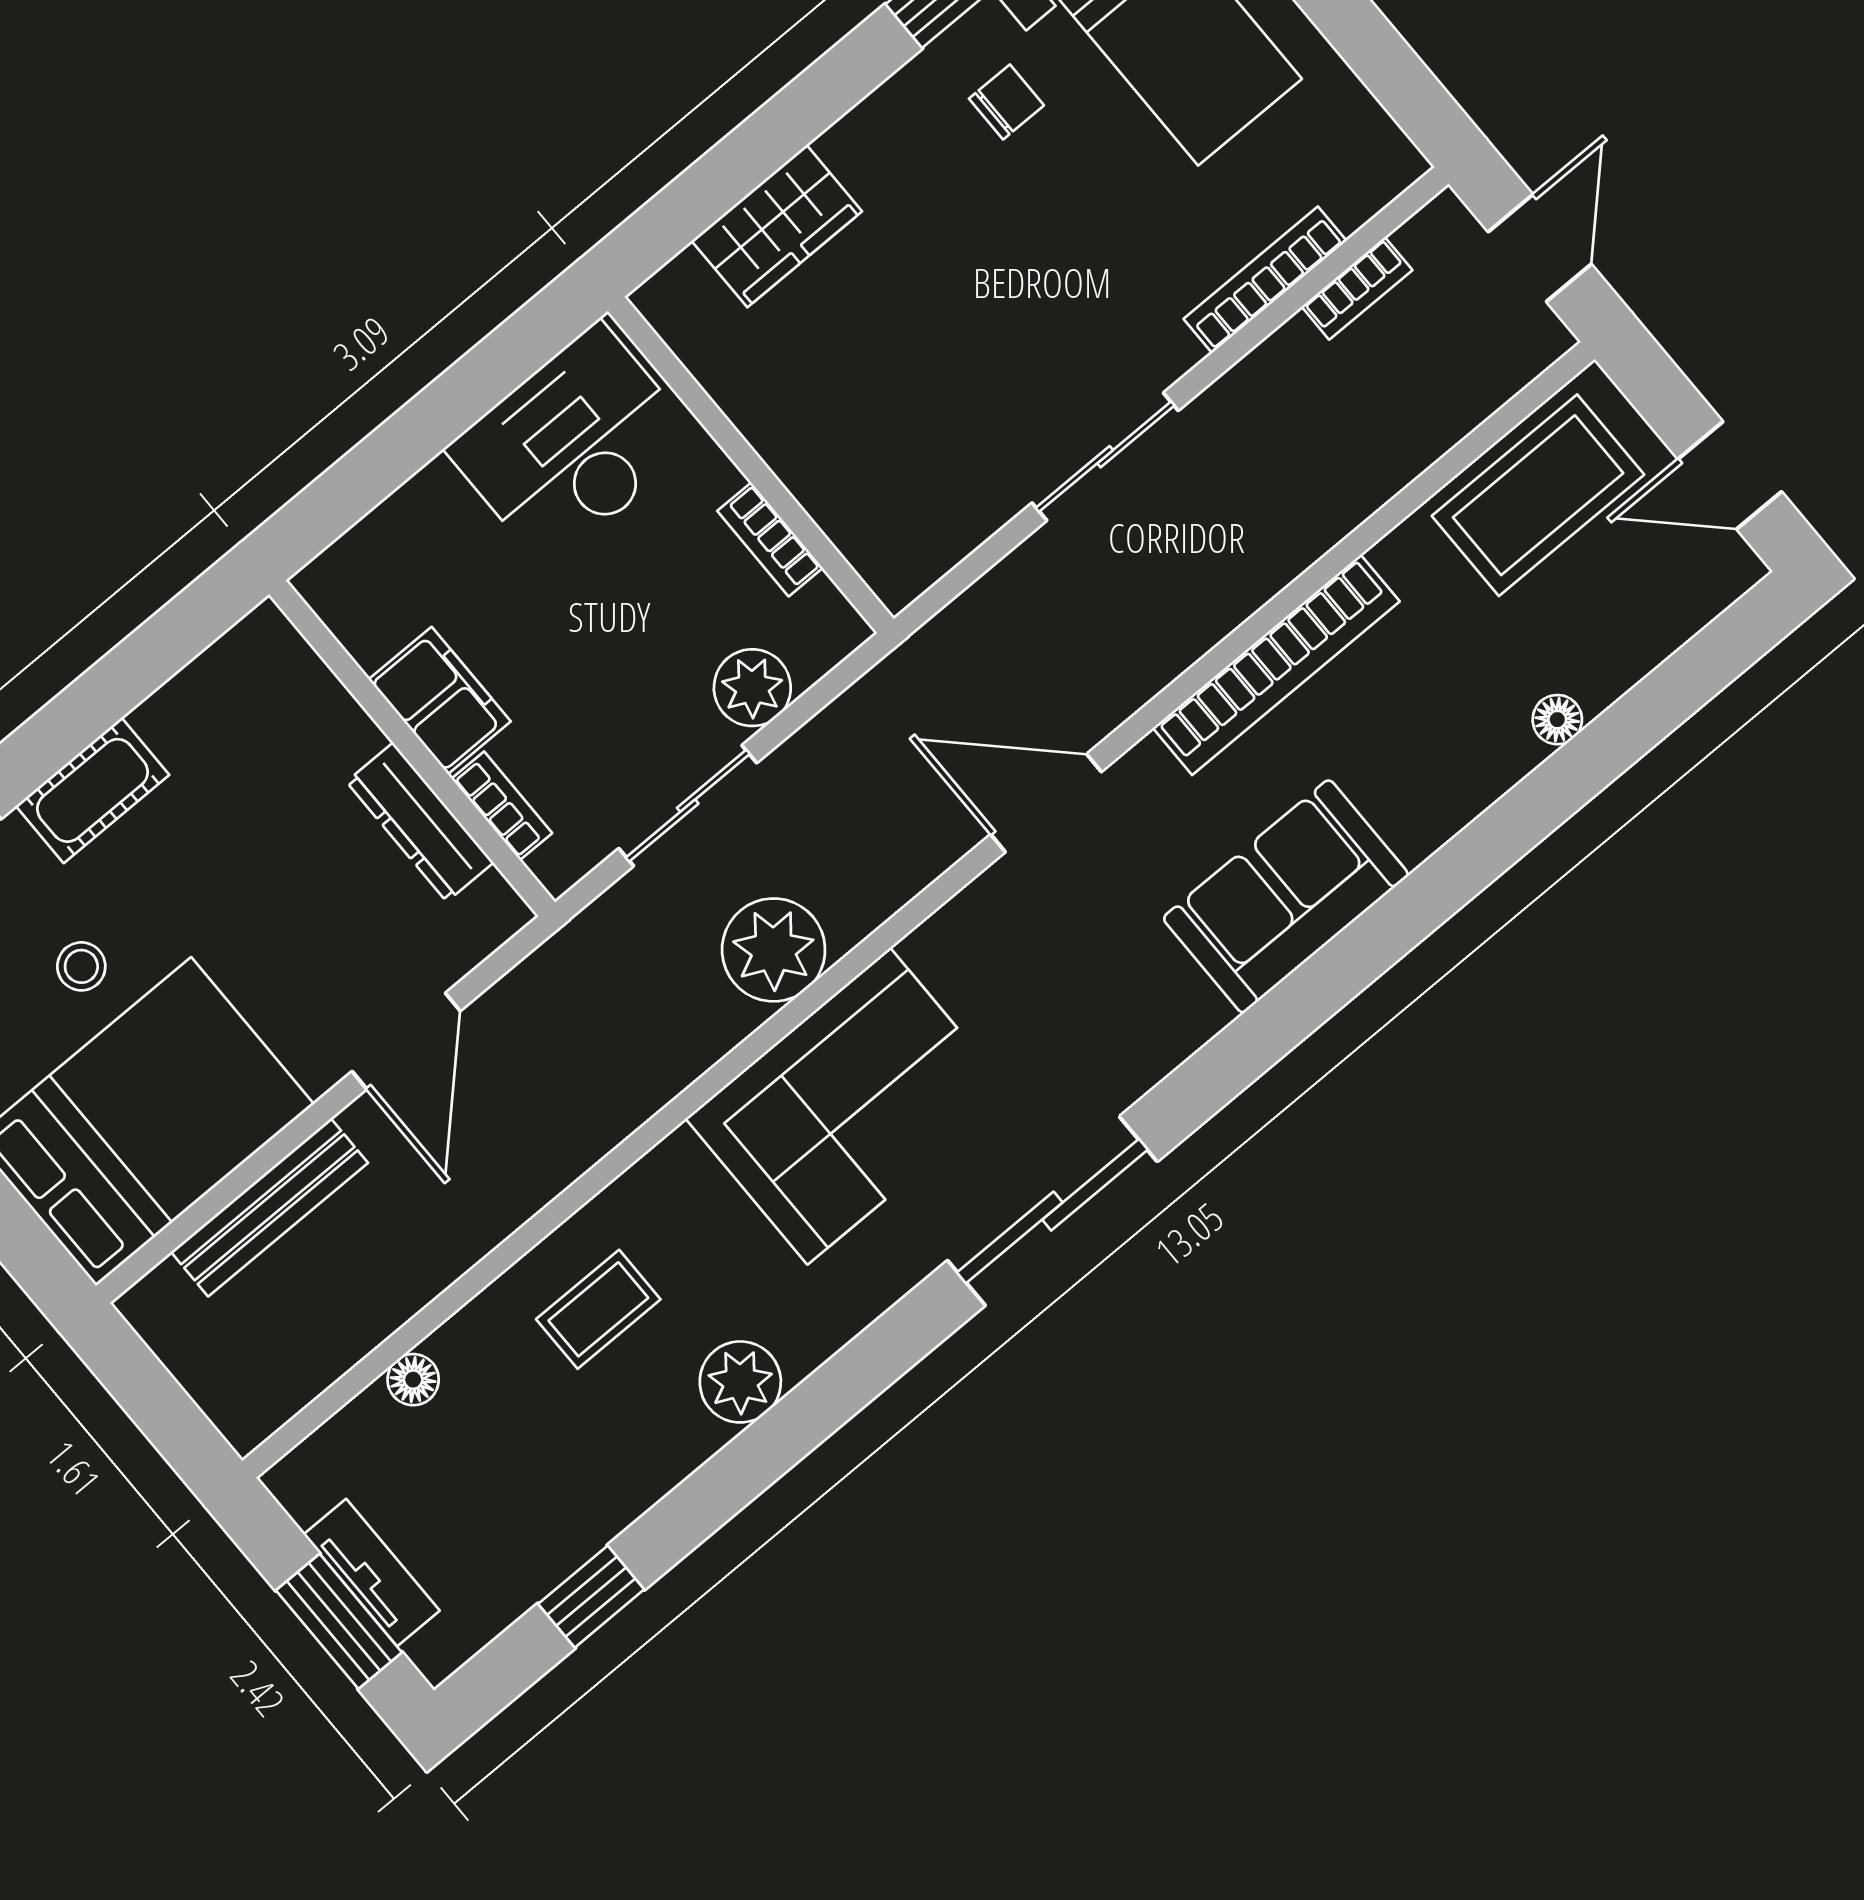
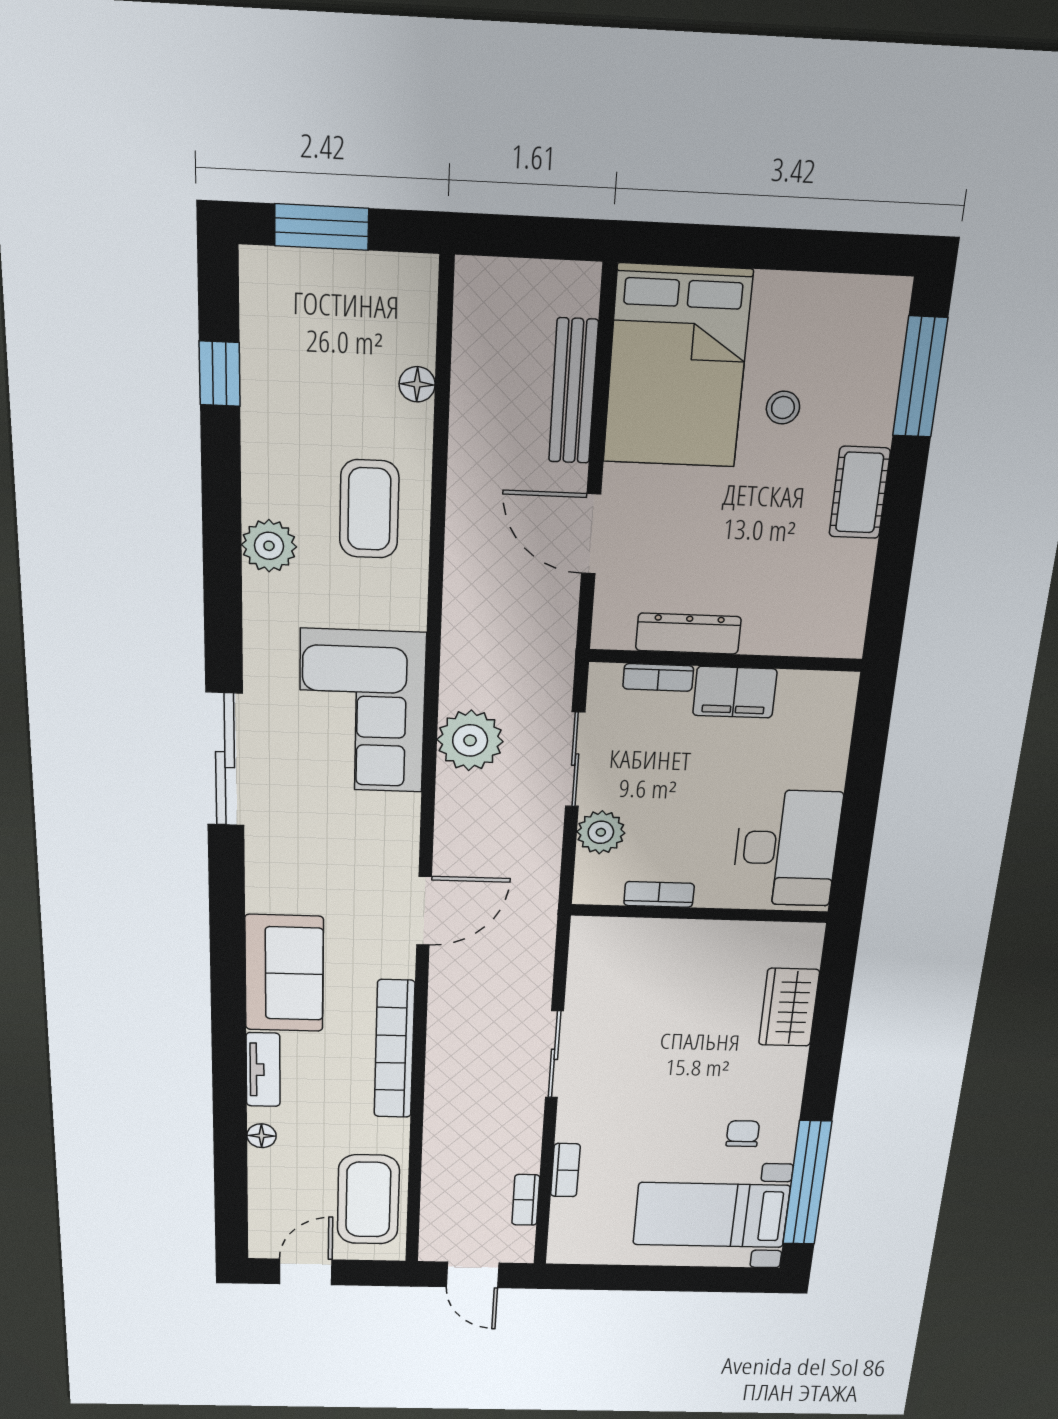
chair: (1006, 102) -> (743, 1134), turned 180
bookcase: (1265, 280) -> (565, 1170), width x0.64
coffee table: (598, 1309) -> (369, 509), width x1.36, depth x1.30
tv unit: (372, 1573) -> (263, 1070), moved, turned -90

